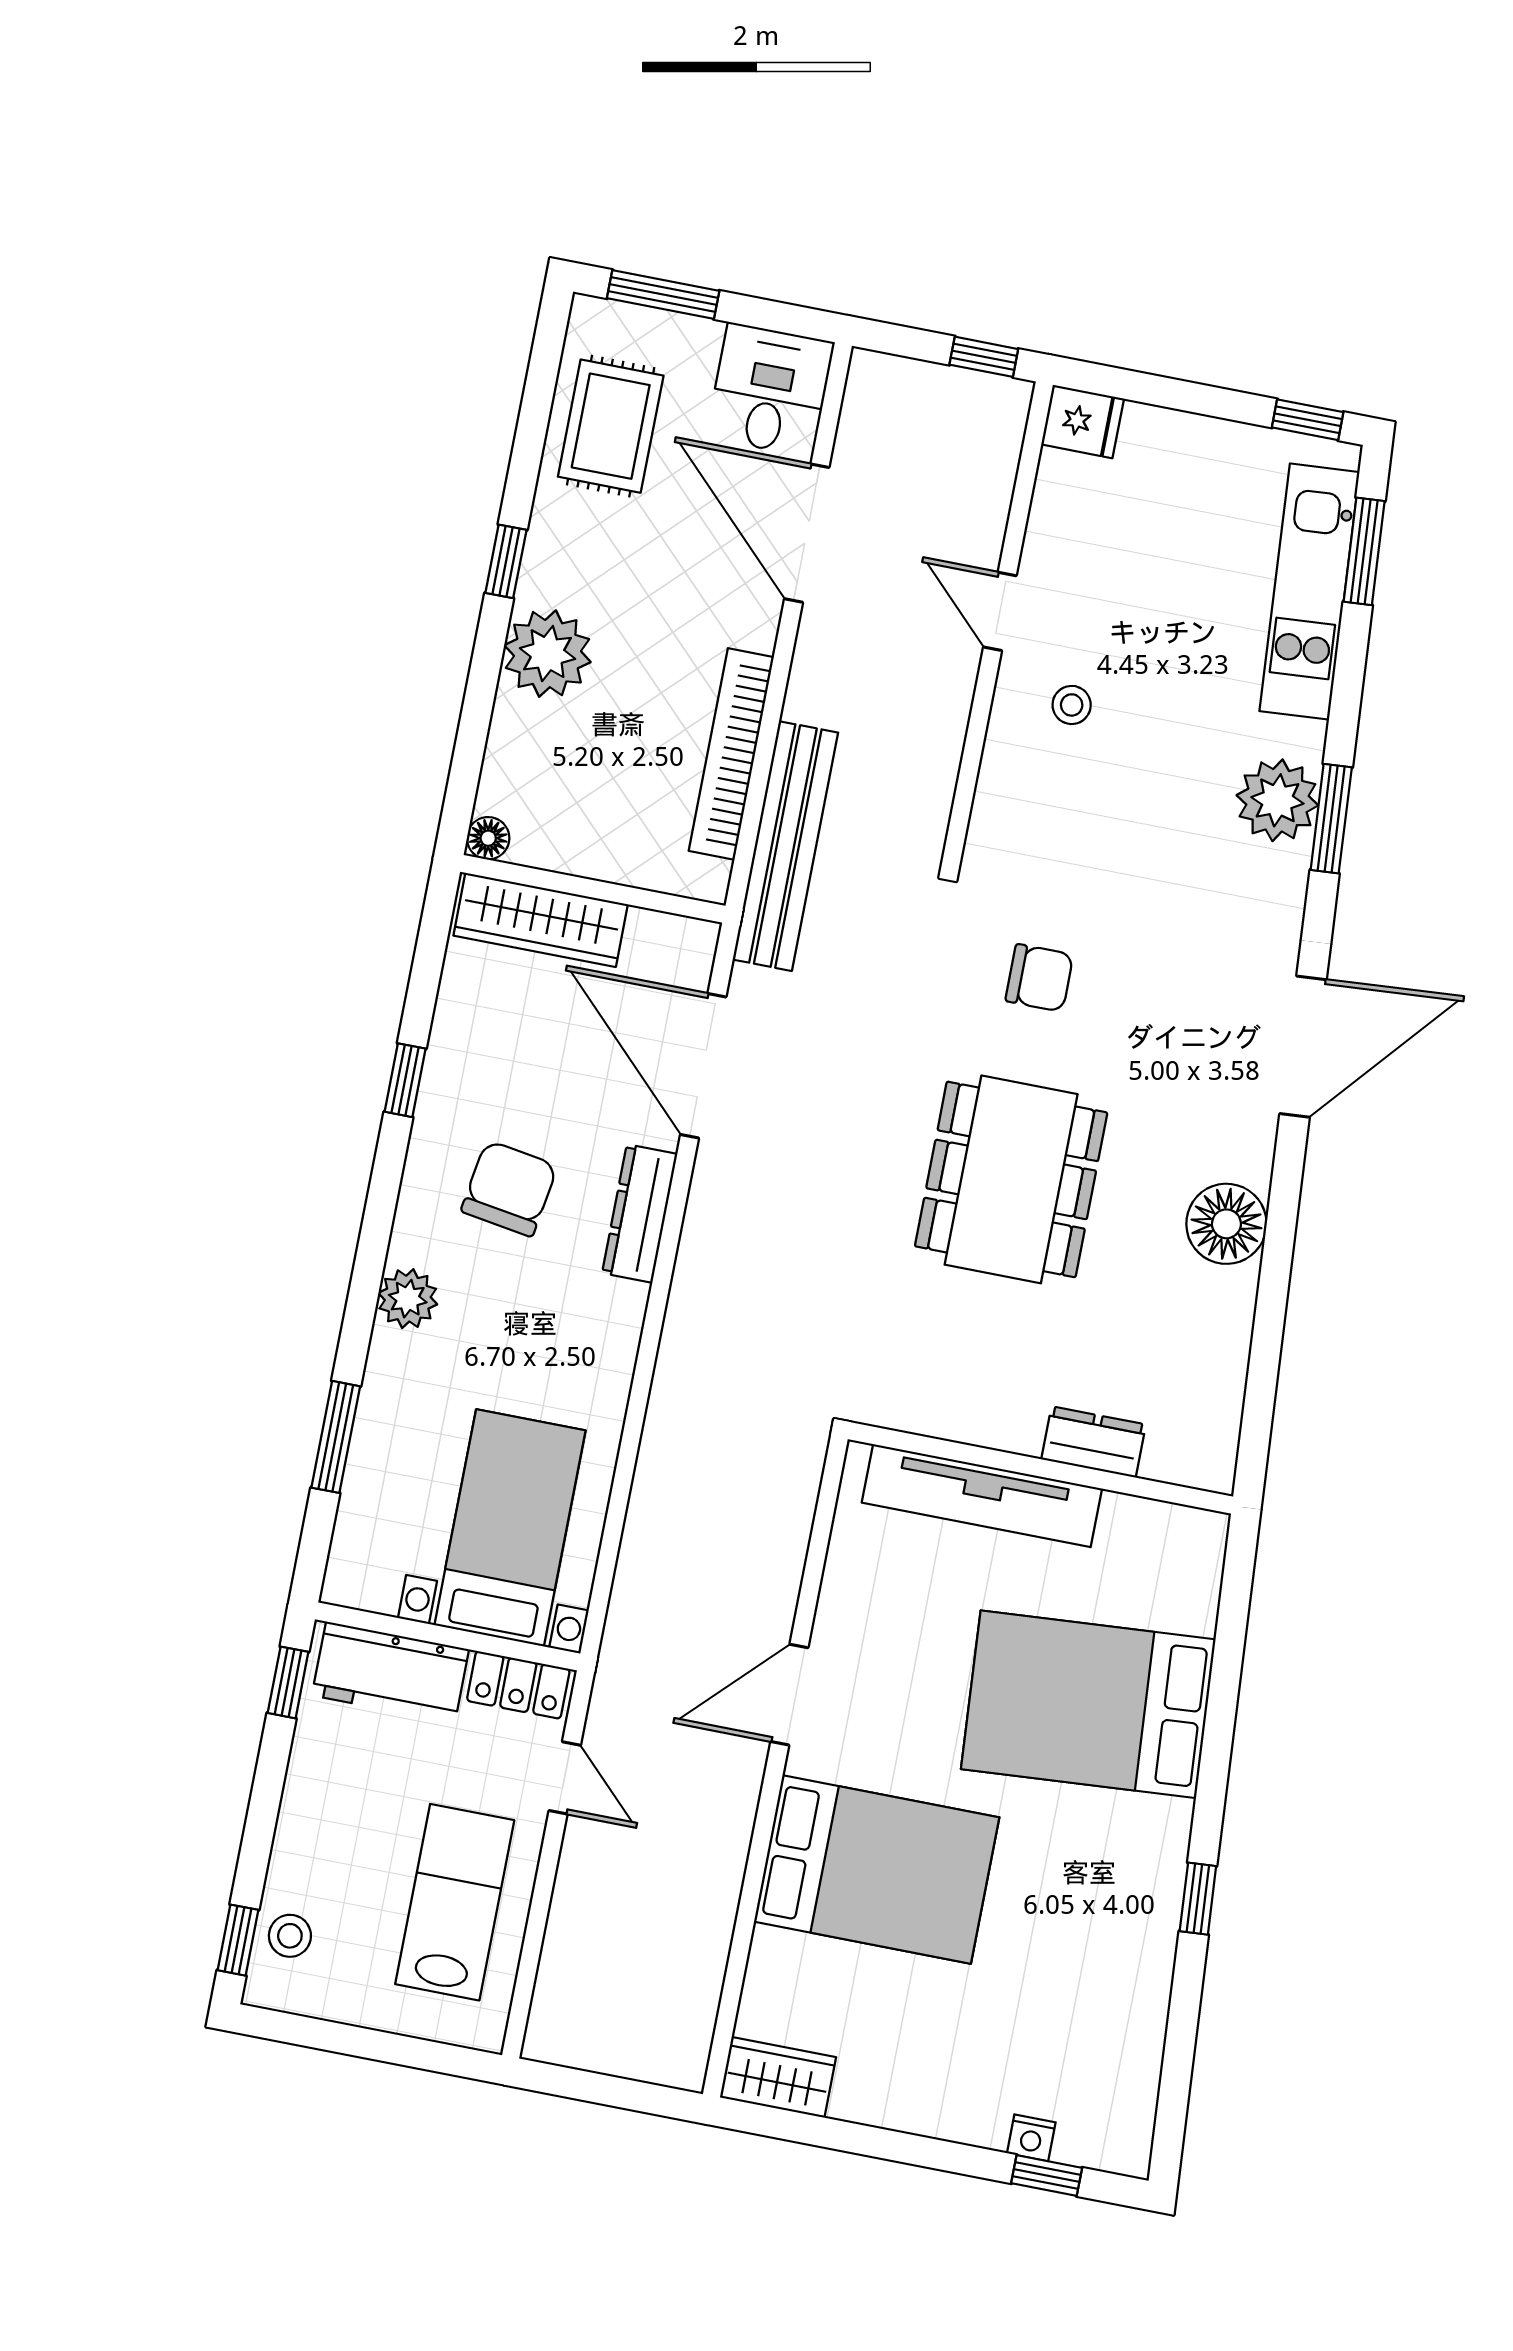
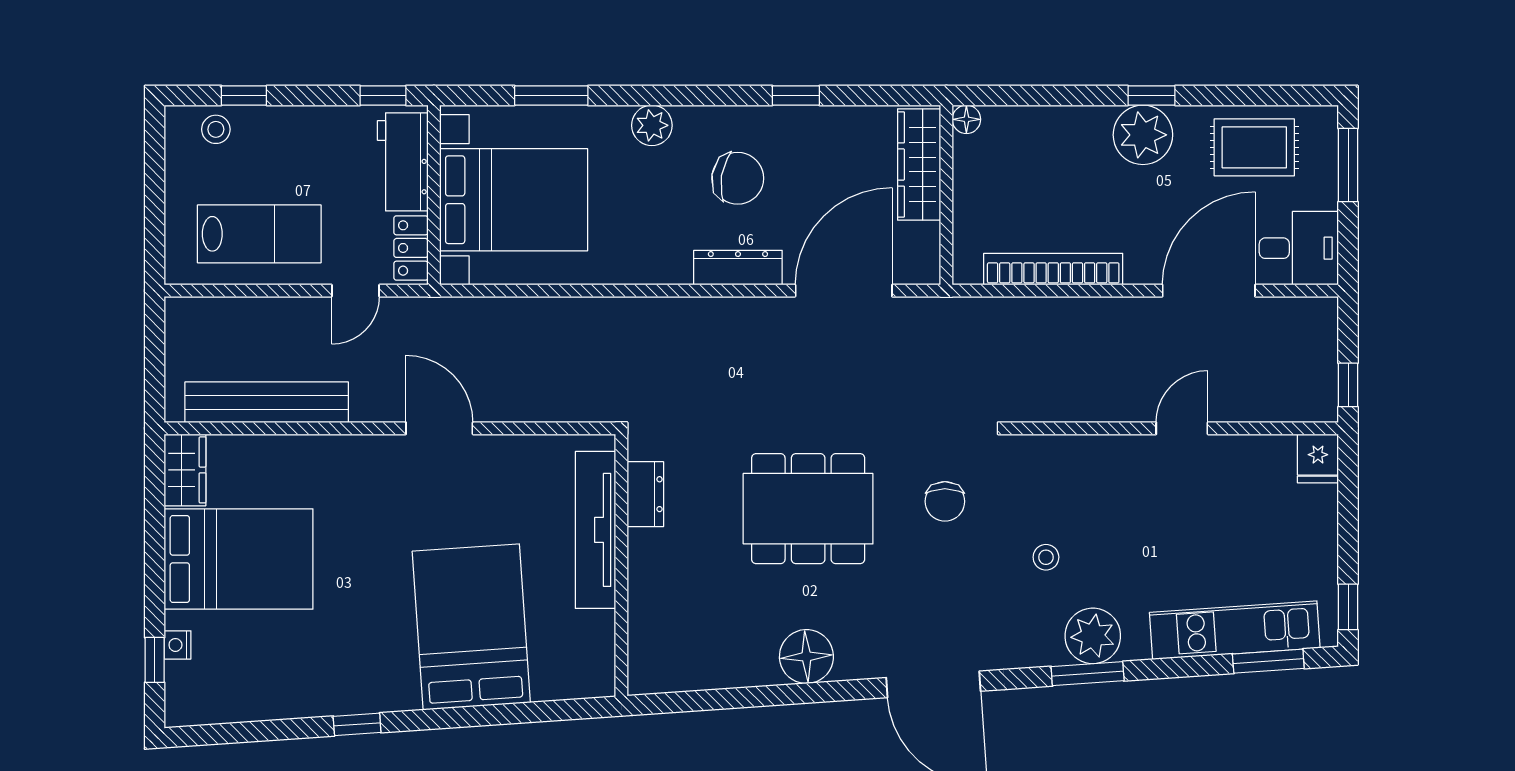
plant: (547, 654) -> (1143, 135), moved
stool: (1072, 705) -> (1046, 557), moved
bench: (785, 846) -> (267, 402), moved
dresser: (1094, 1442) -> (645, 494), moved
bed with nightstands: (510, 1528) -> (514, 200), width x1.36
bed: (877, 1869) -> (239, 559), moved, turned -90
window: (238, 1940) -> (244, 96), moved

